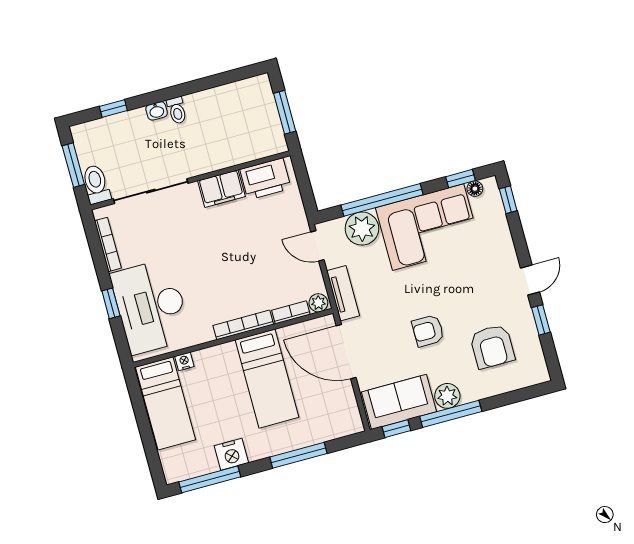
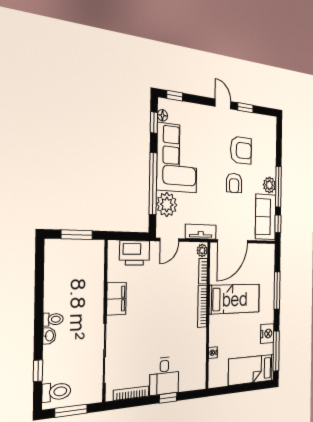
printer: (266, 179) -> (135, 253), moved, turned 90
toilet: (96, 184) -> (56, 392), moved, turned 180
desk: (151, 306) -> (164, 376), width x0.53, depth x0.77
armchair: (492, 347) -> (241, 150), moved
bed: (165, 403) -> (251, 370), moved, turned 180

